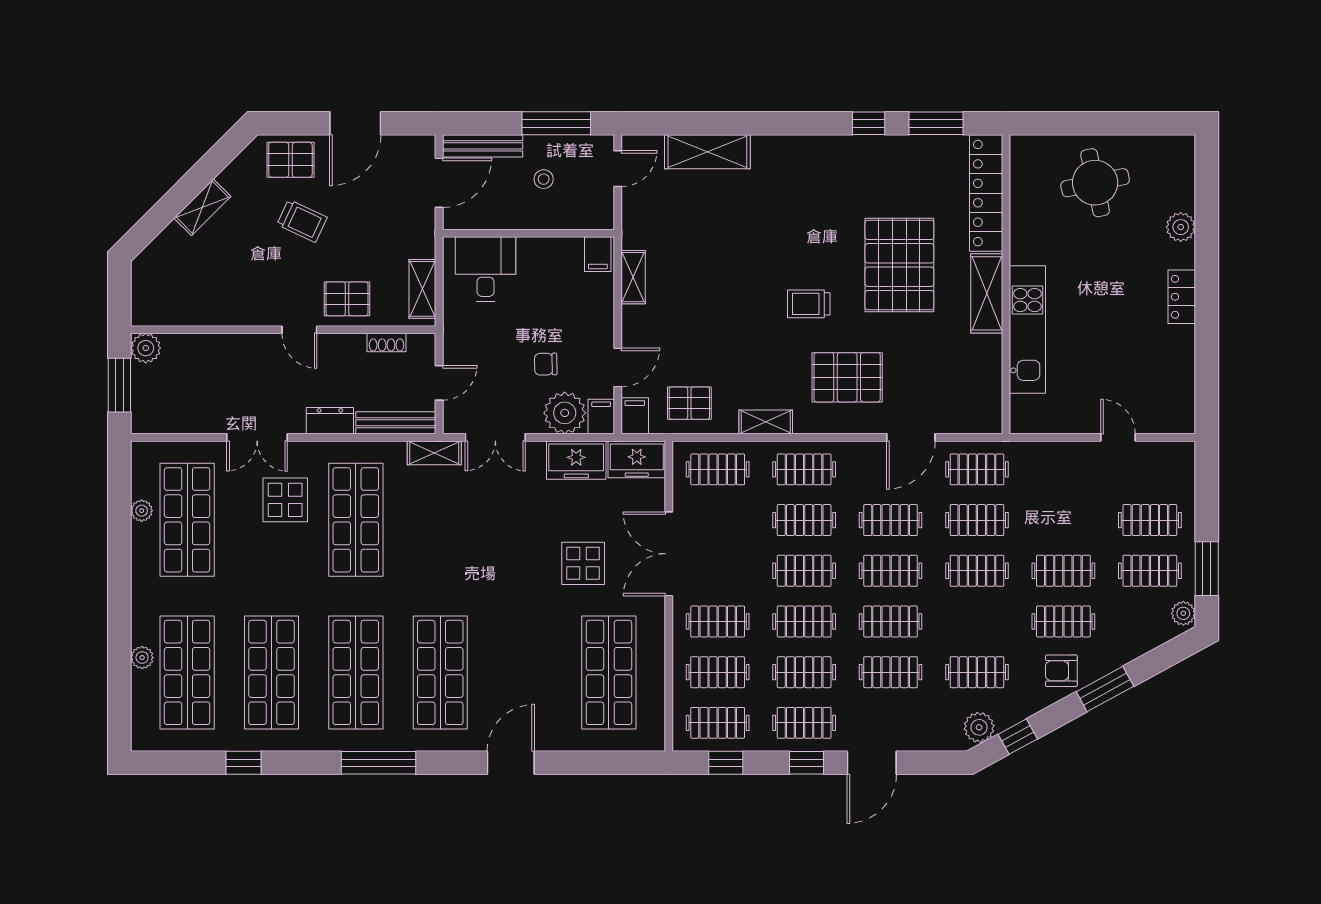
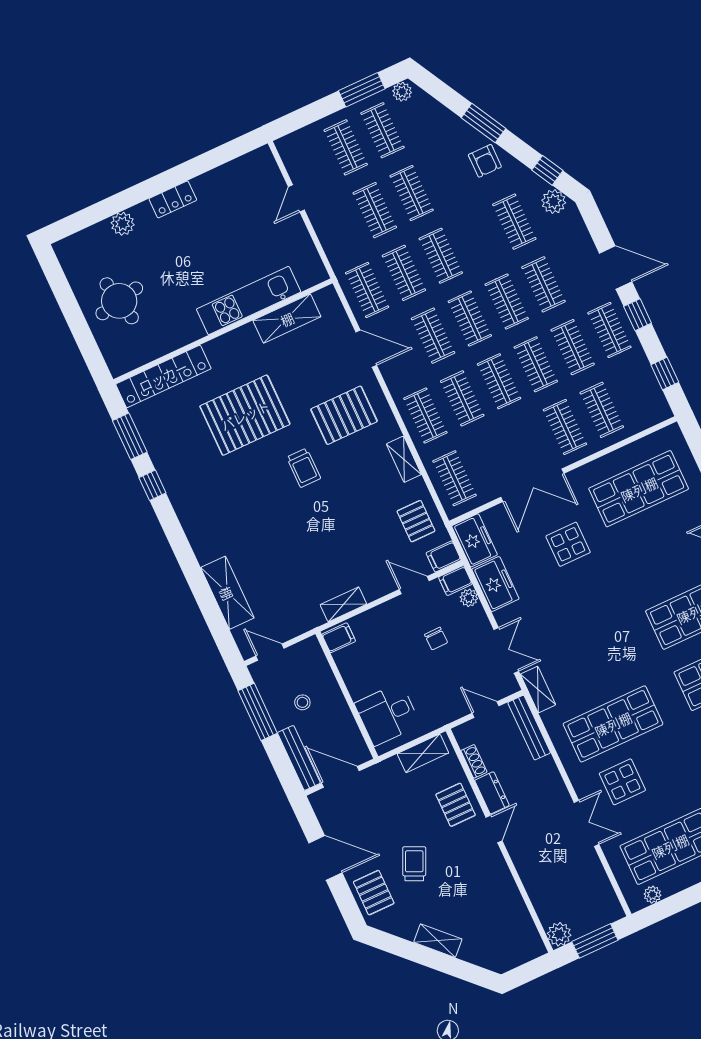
shelving: (987, 293) -> (287, 319), moved
pallet: (847, 377) -> (344, 415), turned 90
plant: (565, 413) -> (469, 598), width x0.53, depth x0.53
dresser: (330, 421) -> (492, 793), moved, turned 180
plant: (142, 511) -> (652, 895), moved
clothes rail: (1063, 621) -> (375, 210), moved
clothes rail: (718, 723) -> (639, 393), removed

